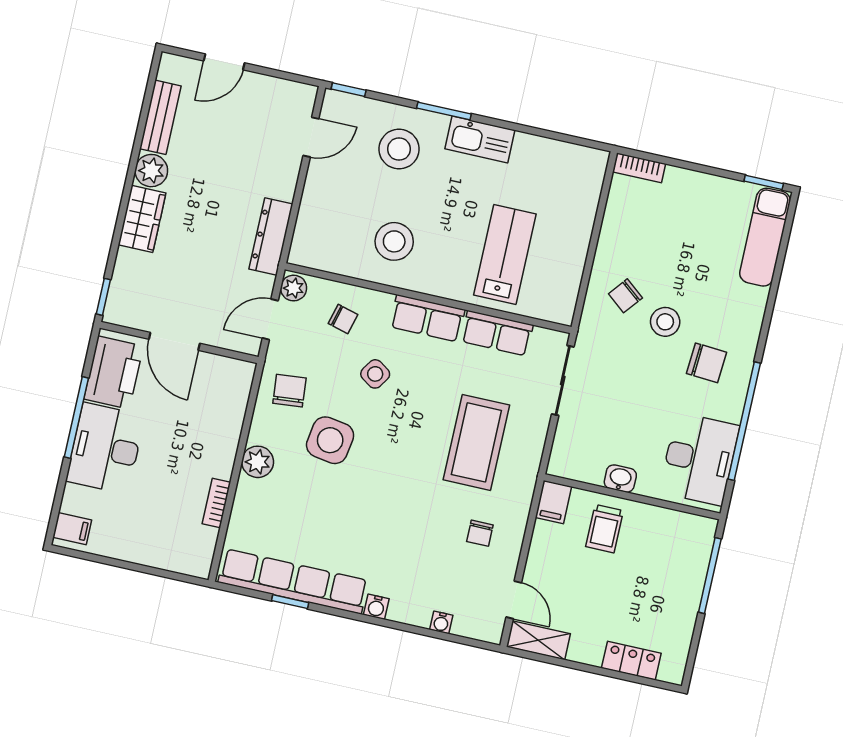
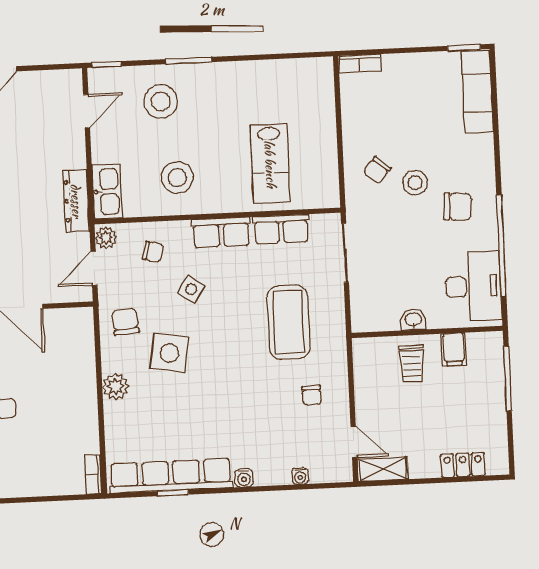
kitchen sink: (480, 139) -> (107, 191), moved, turned -90
lab bench: (505, 255) -> (270, 164), turned 180
filing cabinet: (553, 502) -> (454, 349), moved
bookcase: (216, 503) -> (93, 474), moved

